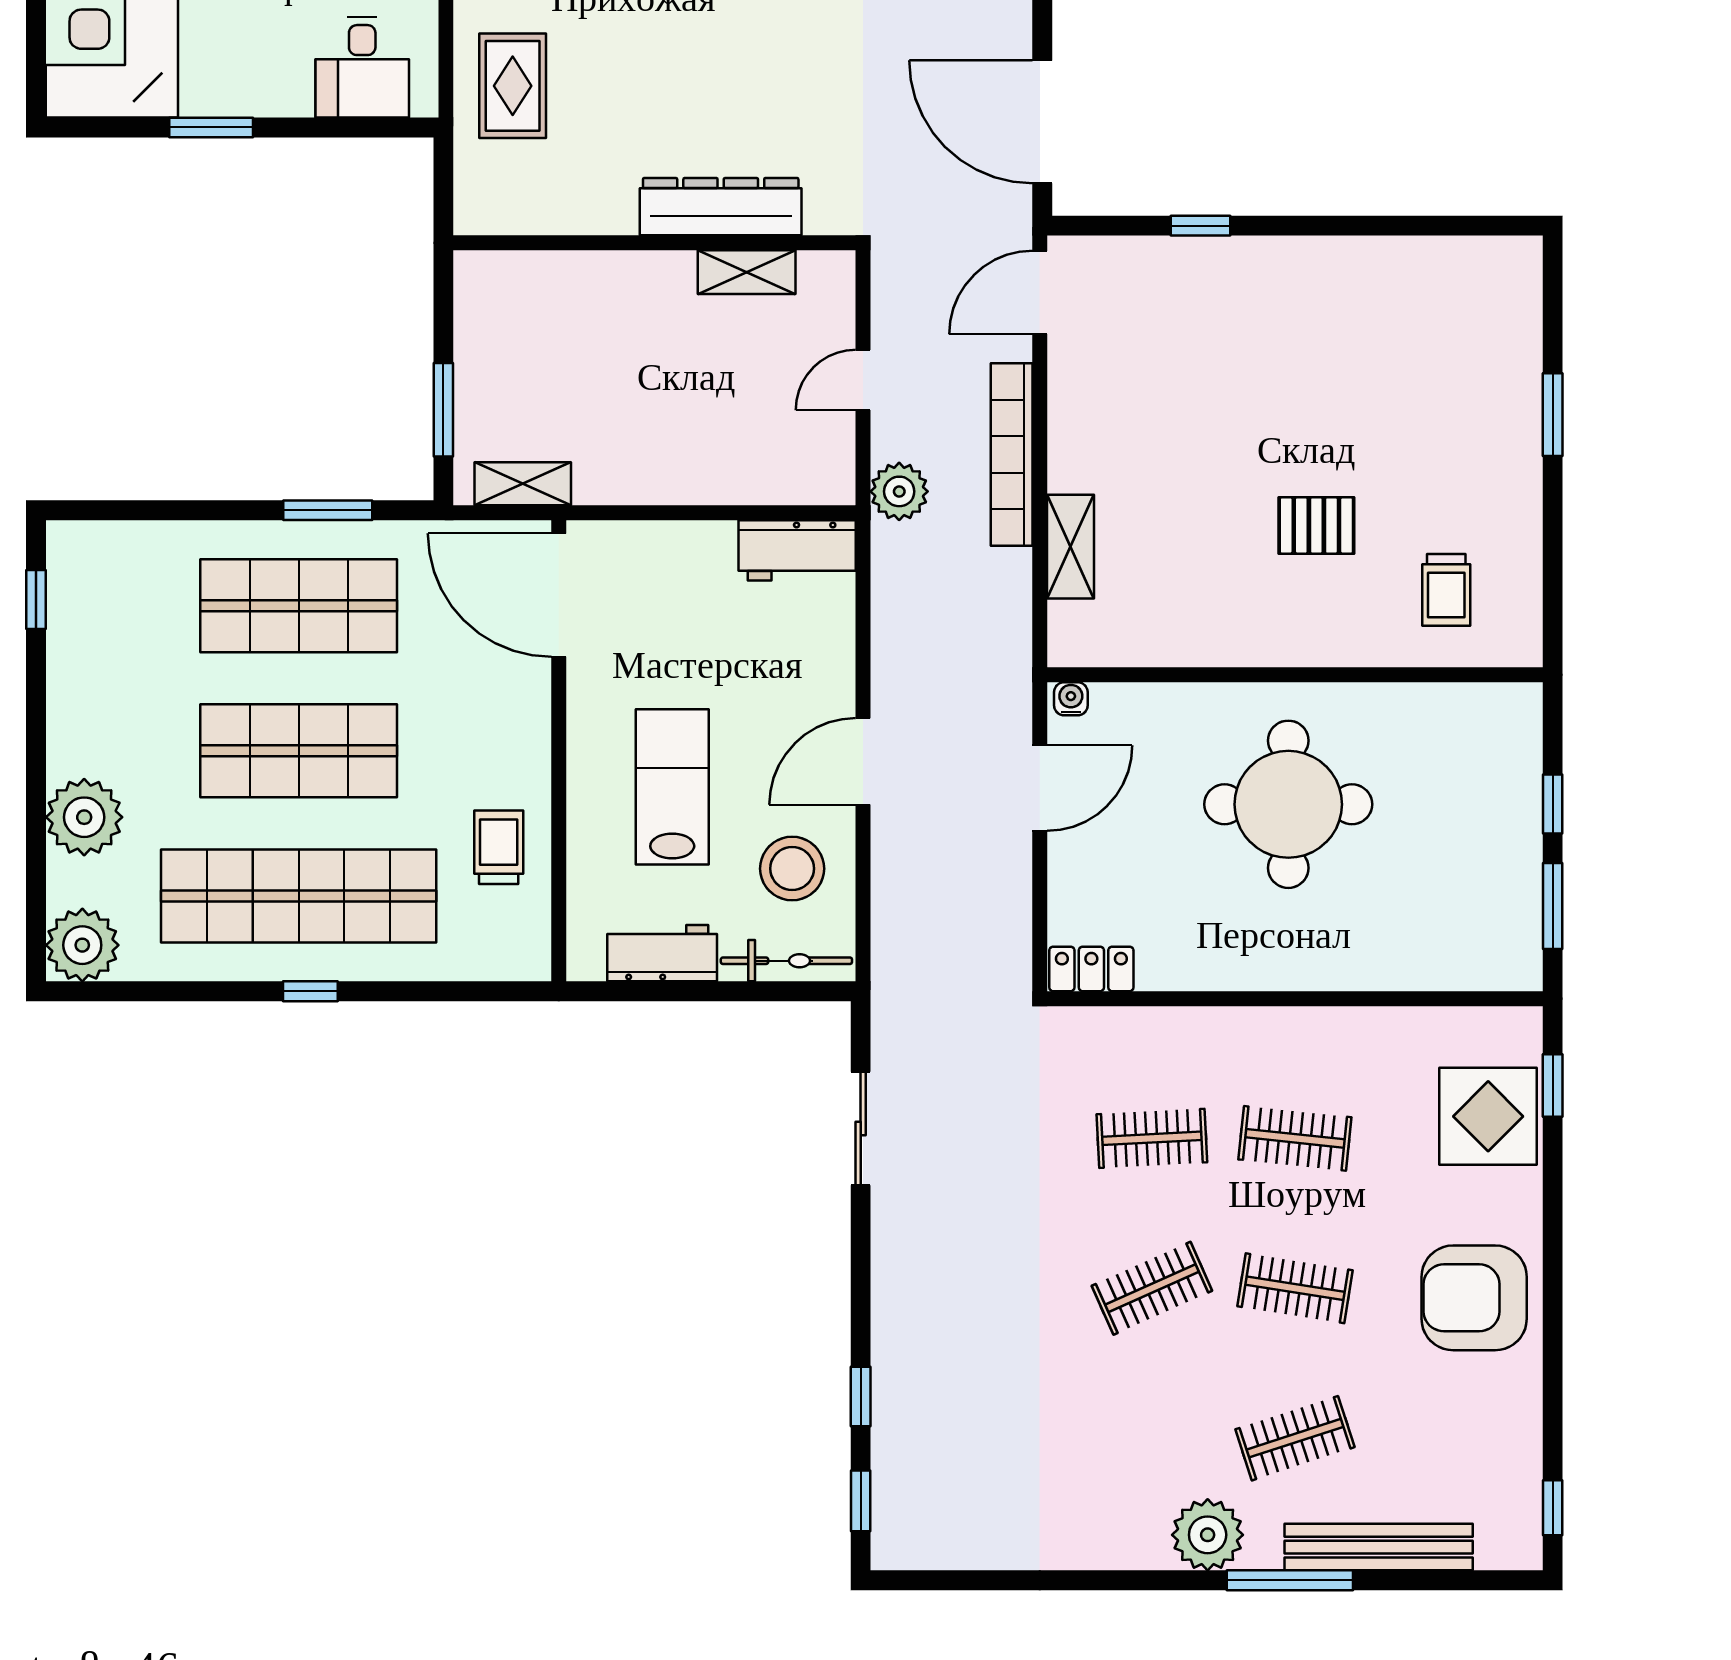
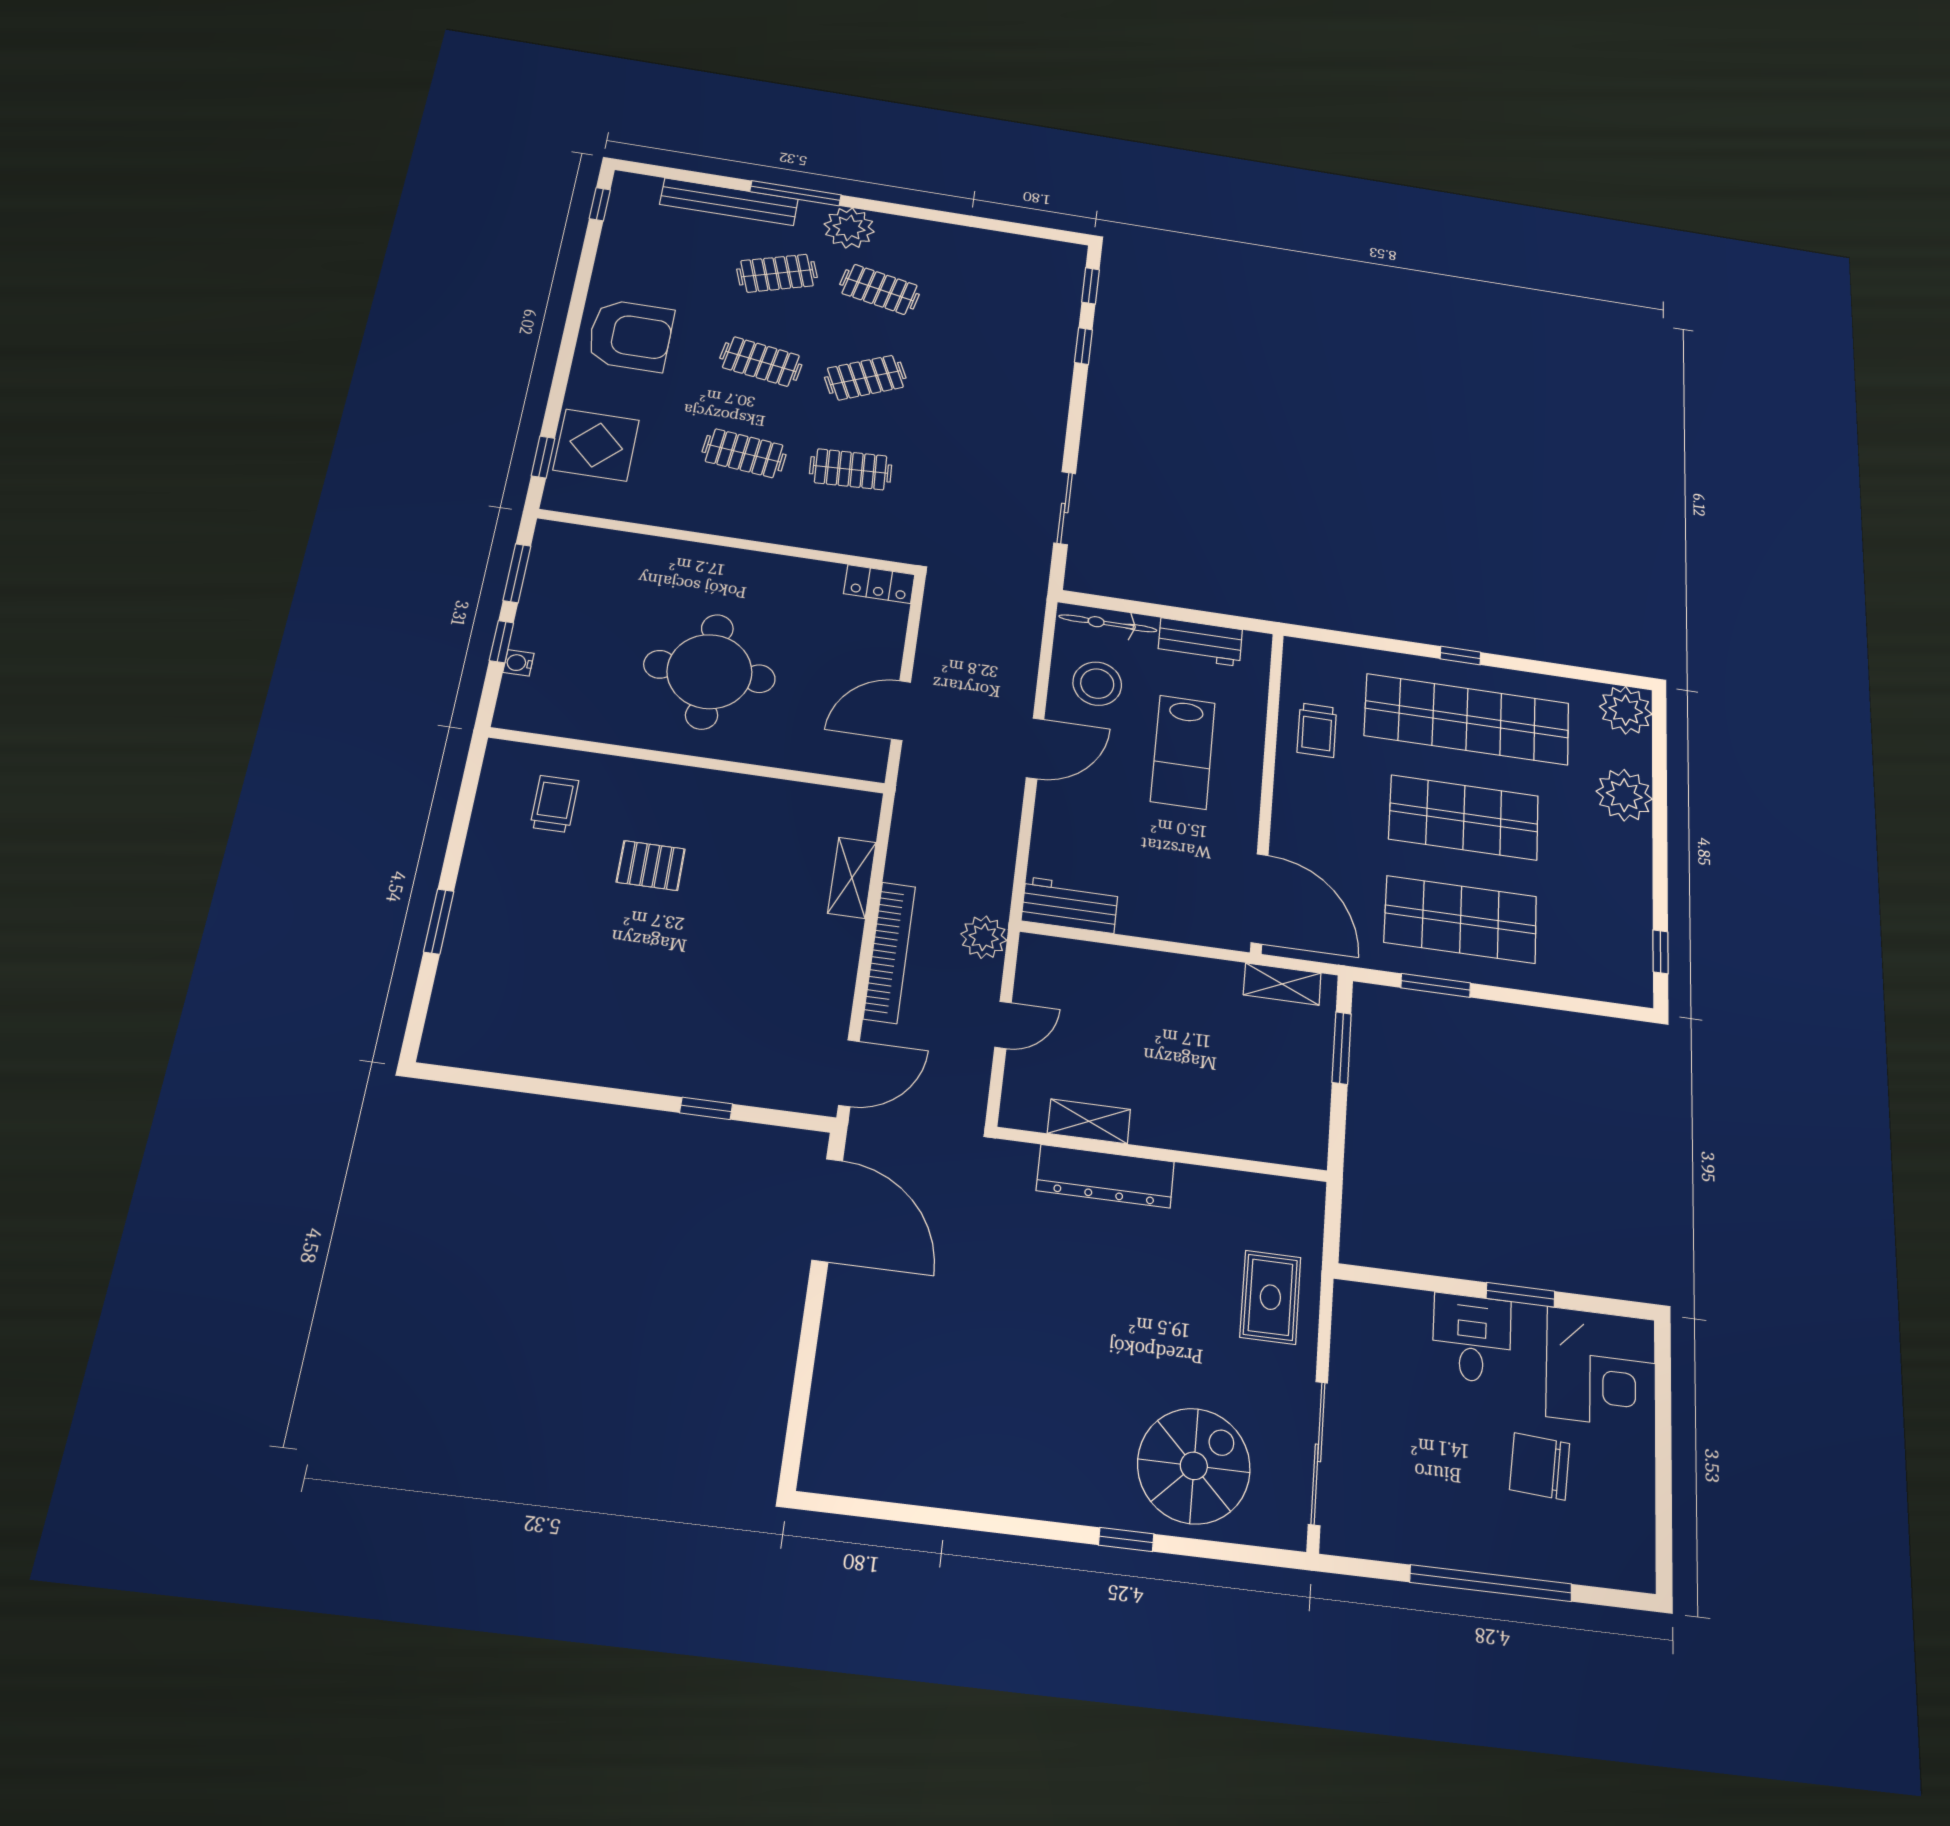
desk: (362, 67) -> (1472, 1338), moved
water cooler: (1071, 699) -> (518, 663), moved, turned 90
clothes rail: (1152, 1438) -> (880, 289), added

